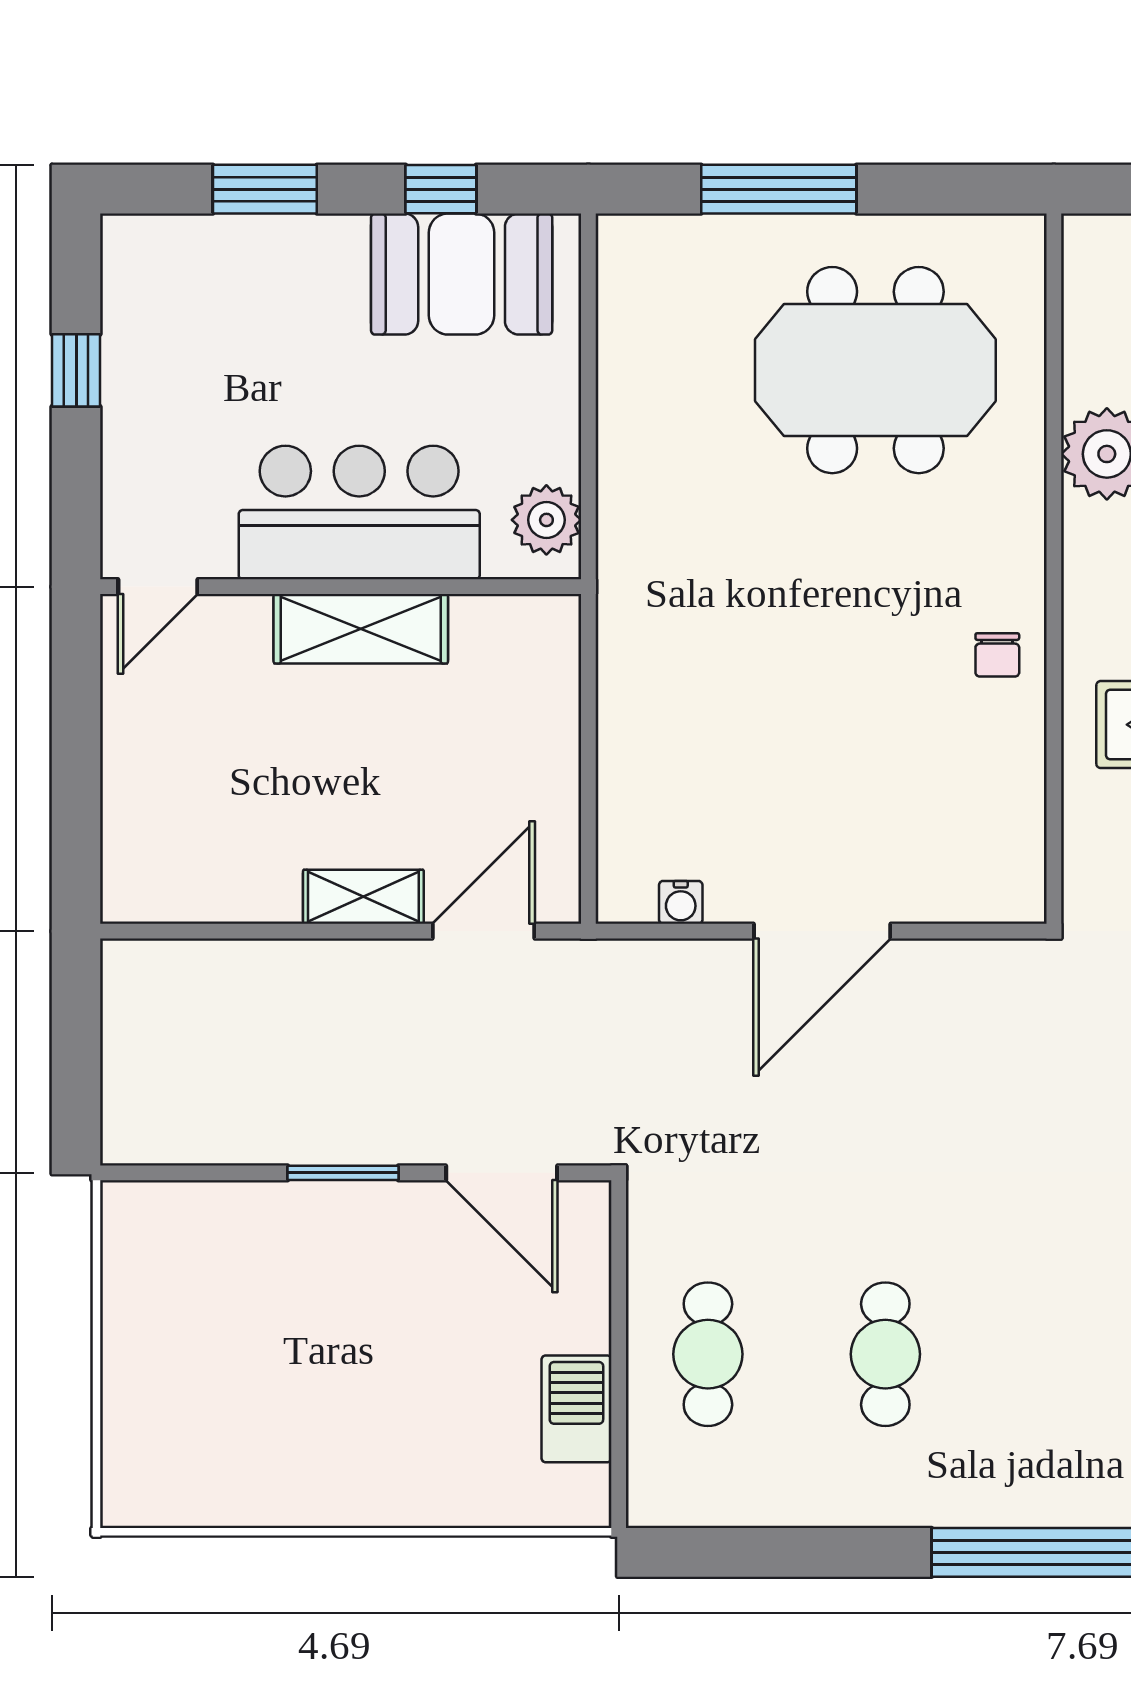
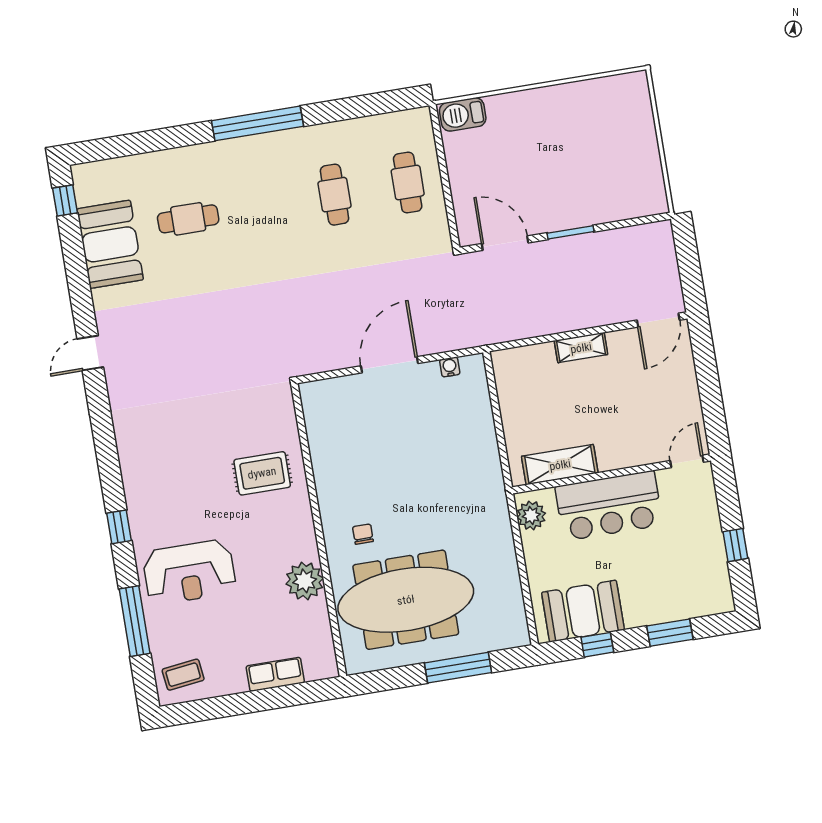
meeting table: (875, 370) -> (406, 600), width x1.36
shelving: (361, 629) -> (560, 465), moved
chair: (997, 655) -> (363, 534), moved
door: (484, 931) -> (658, 320), moved
barbecue: (576, 1409) -> (463, 114), moved, turned 90

